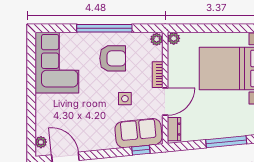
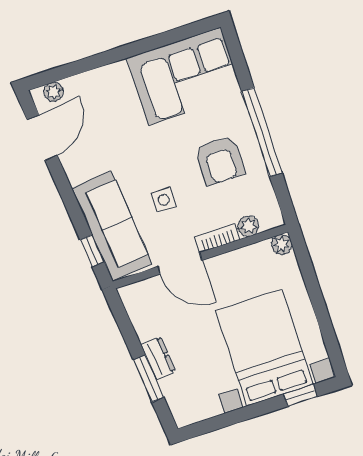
plant: (157, 39) -> (248, 226), moved
dresser: (174, 129) -> (158, 358), moved, turned -96
sofa: (138, 133) -> (112, 226), width x1.36
window: (226, 142) -> (148, 378), width x0.69

